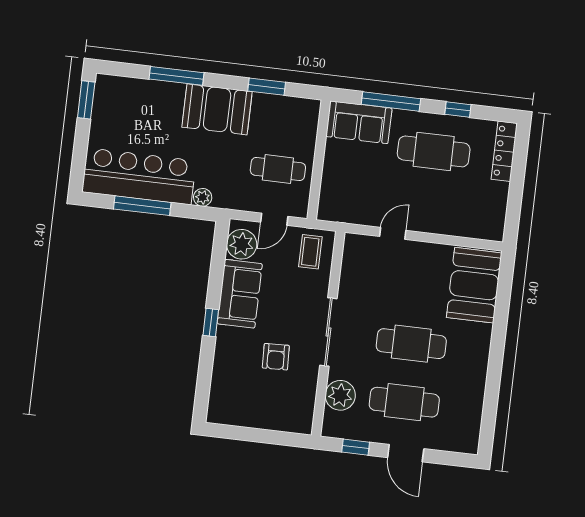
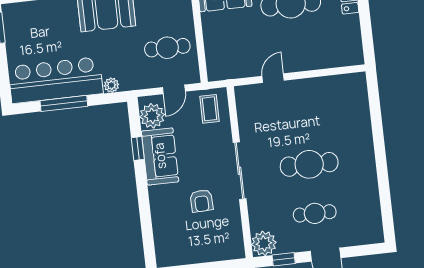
booth: (474, 285) -> (349, 105), removed
window: (211, 323) -> (138, 149), moved
plant: (340, 395) -> (264, 243), moved
cafe table: (404, 402) -> (315, 213), width x0.73, depth x0.74

